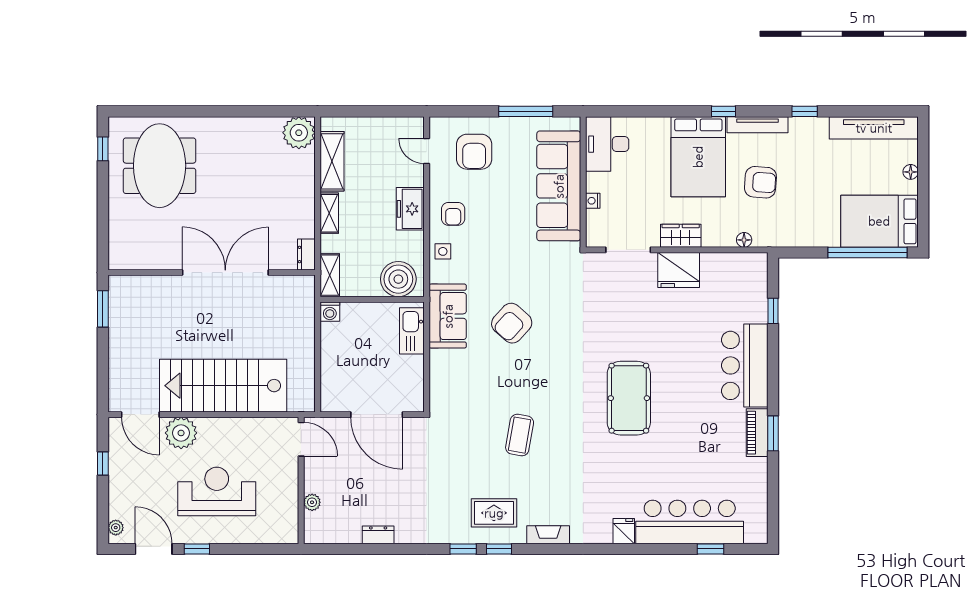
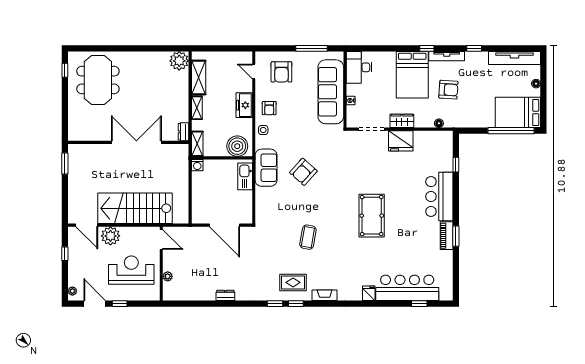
door: (301, 439) -> (161, 240), moved
wall: (301, 480) -> (161, 264), moved
plant: (312, 502) -> (168, 276), moved

